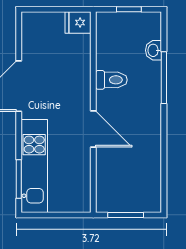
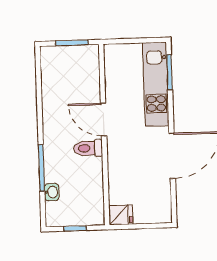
toilet: (111, 80) -> (88, 148), moved

